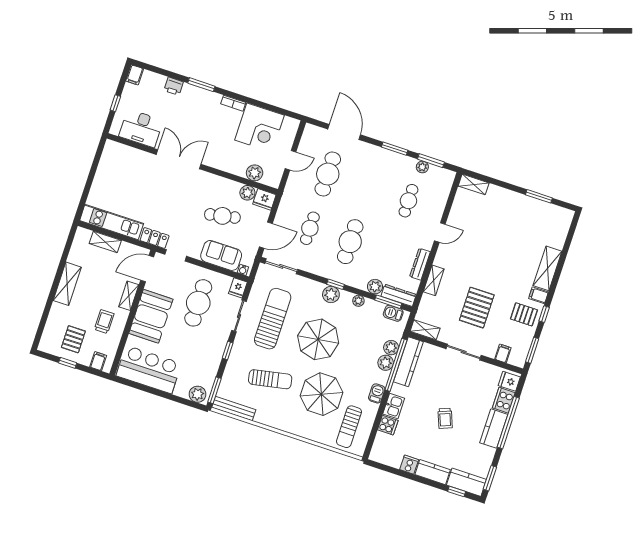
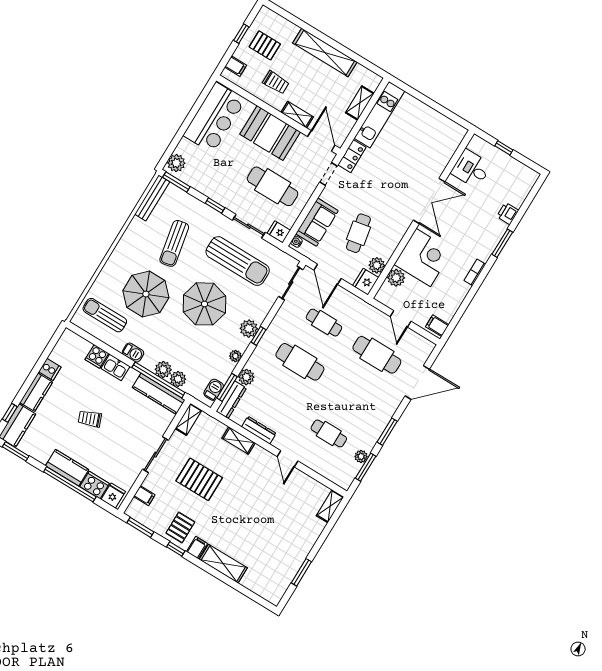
filing cabinet: (135, 75) -> (437, 326), moved
desk: (141, 128) -> (471, 169), width x0.73
corner desk: (260, 128) -> (423, 258), moved, turned 180
shelving: (67, 284) -> (325, 53), width x1.47

